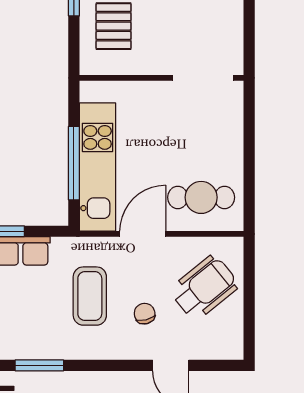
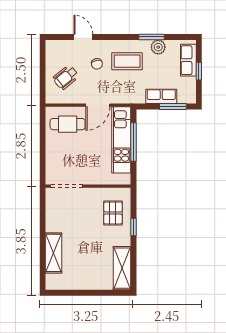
wheelchair: (204, 288) -> (66, 77), width x0.73, depth x0.73
coffee table: (90, 296) -> (127, 61), moved, turned 90
plant: (26, 346) -> (158, 47), added

